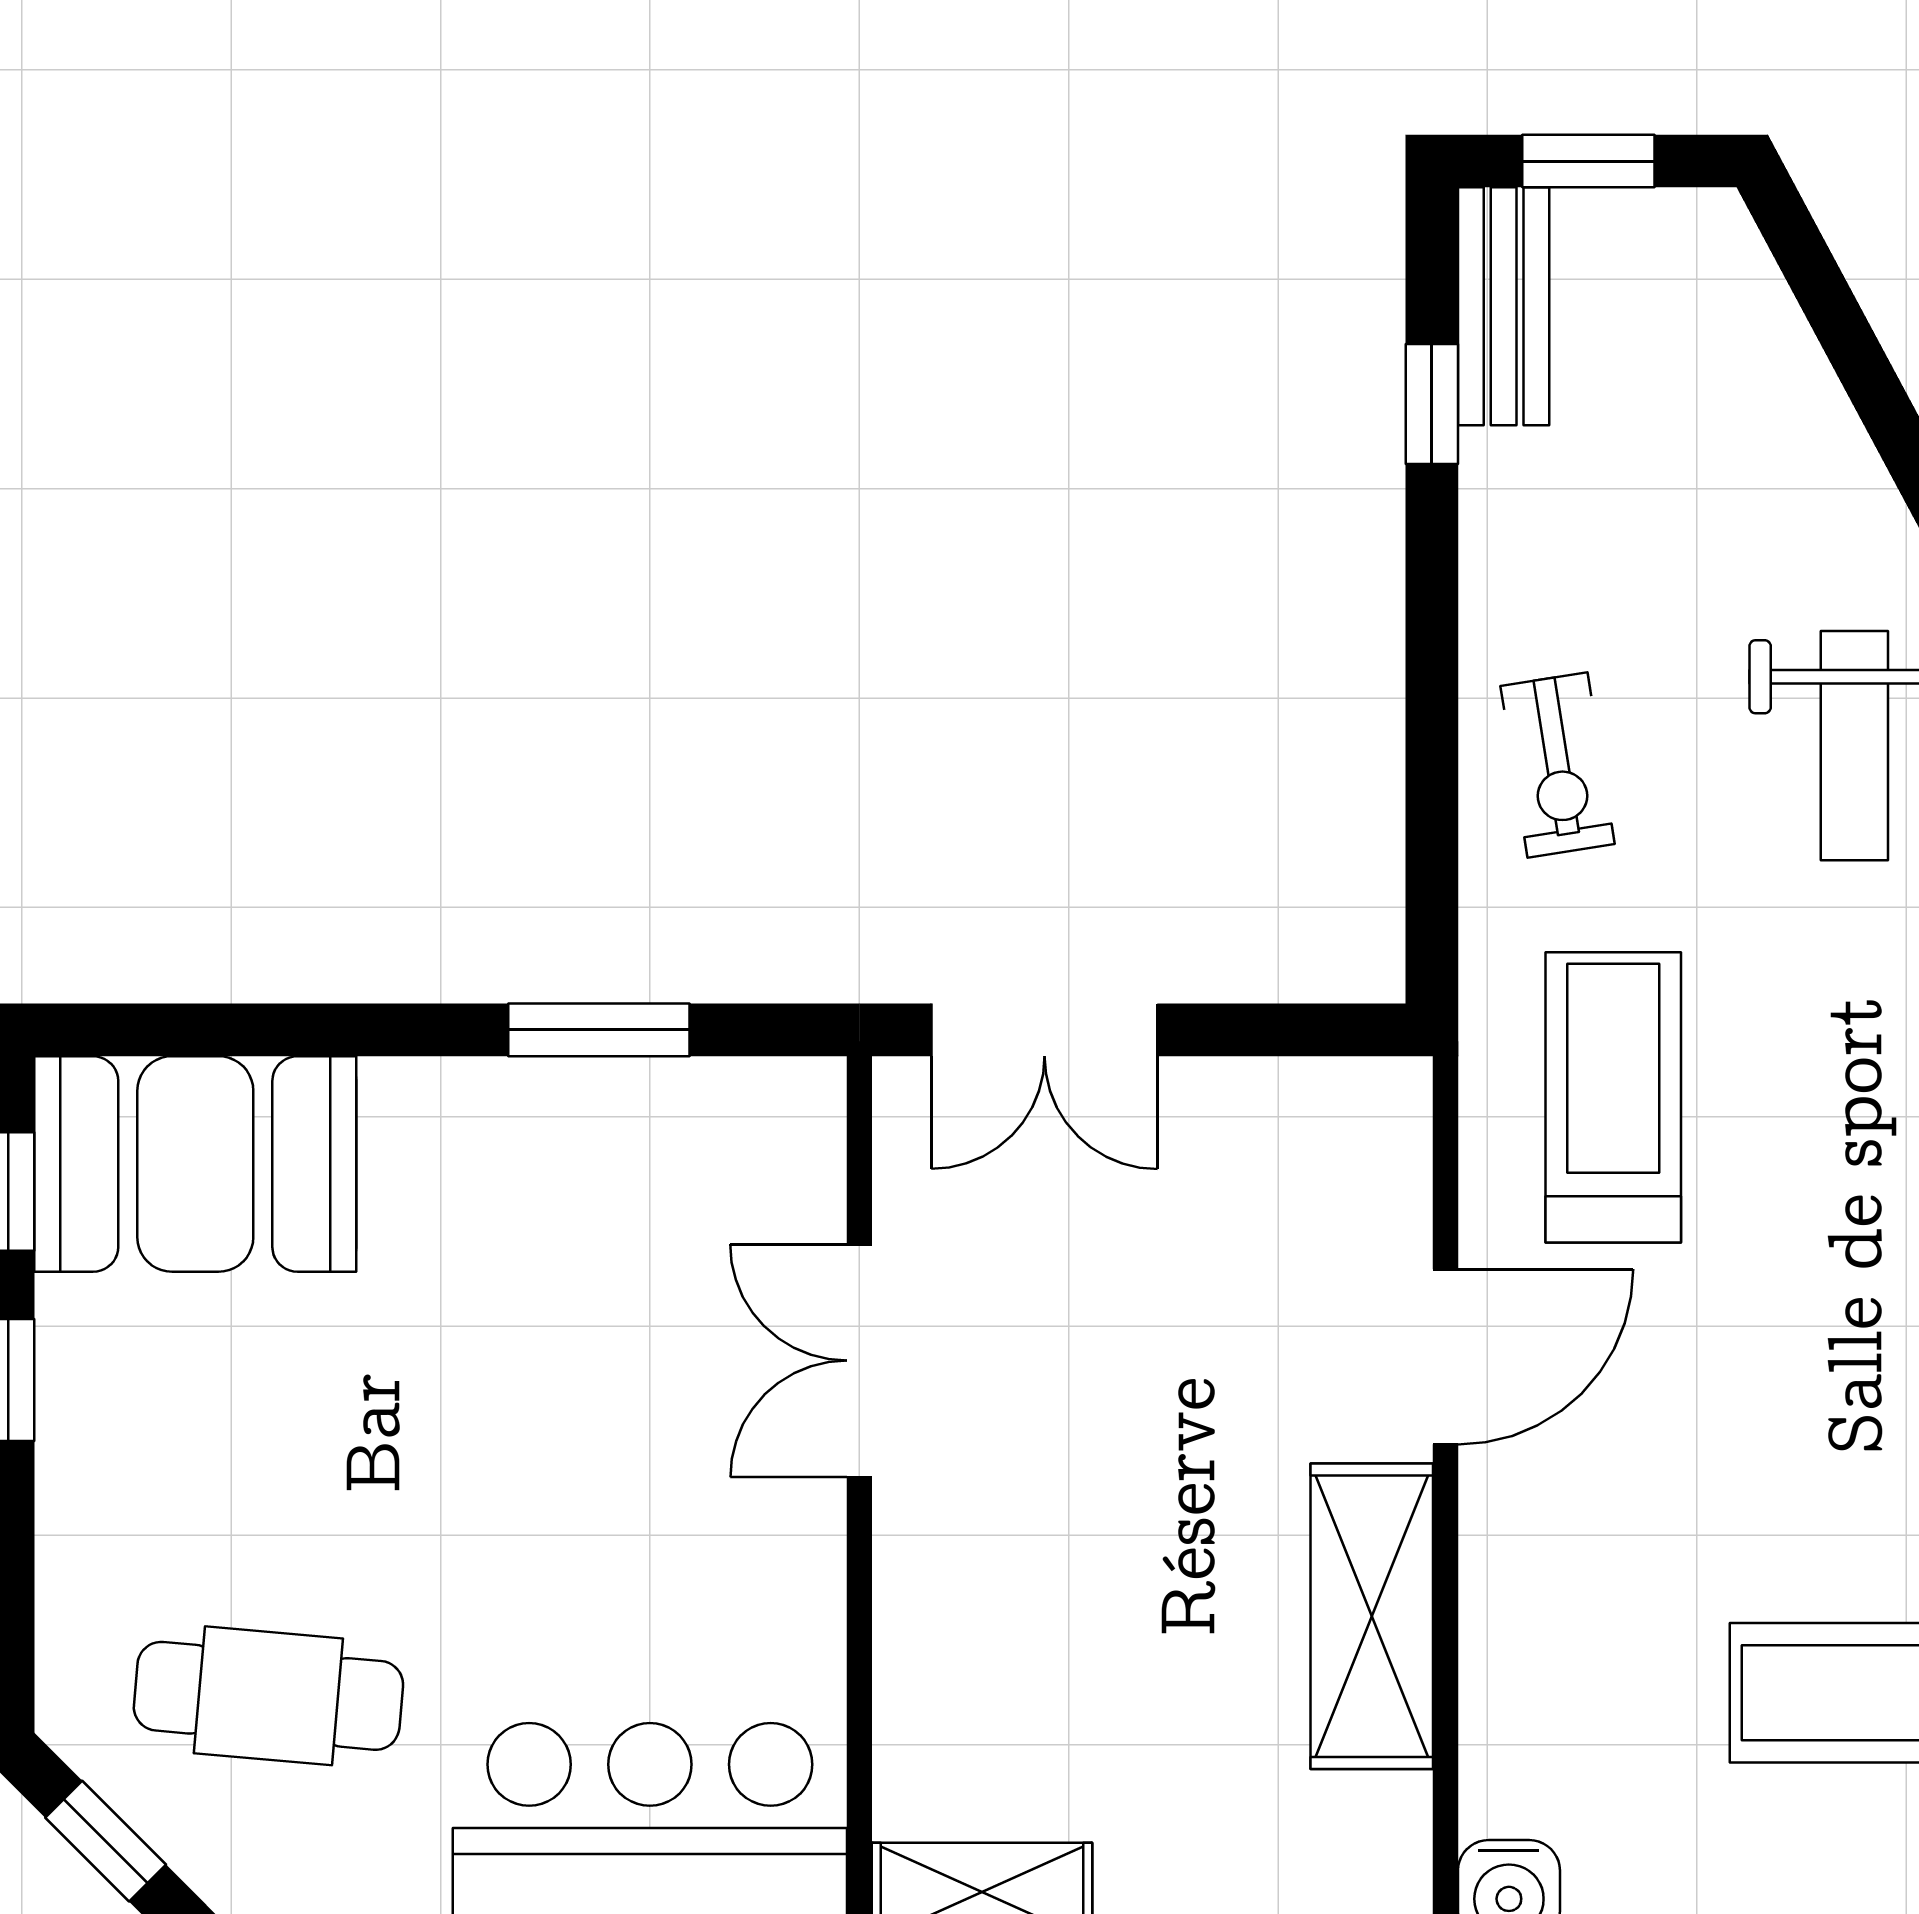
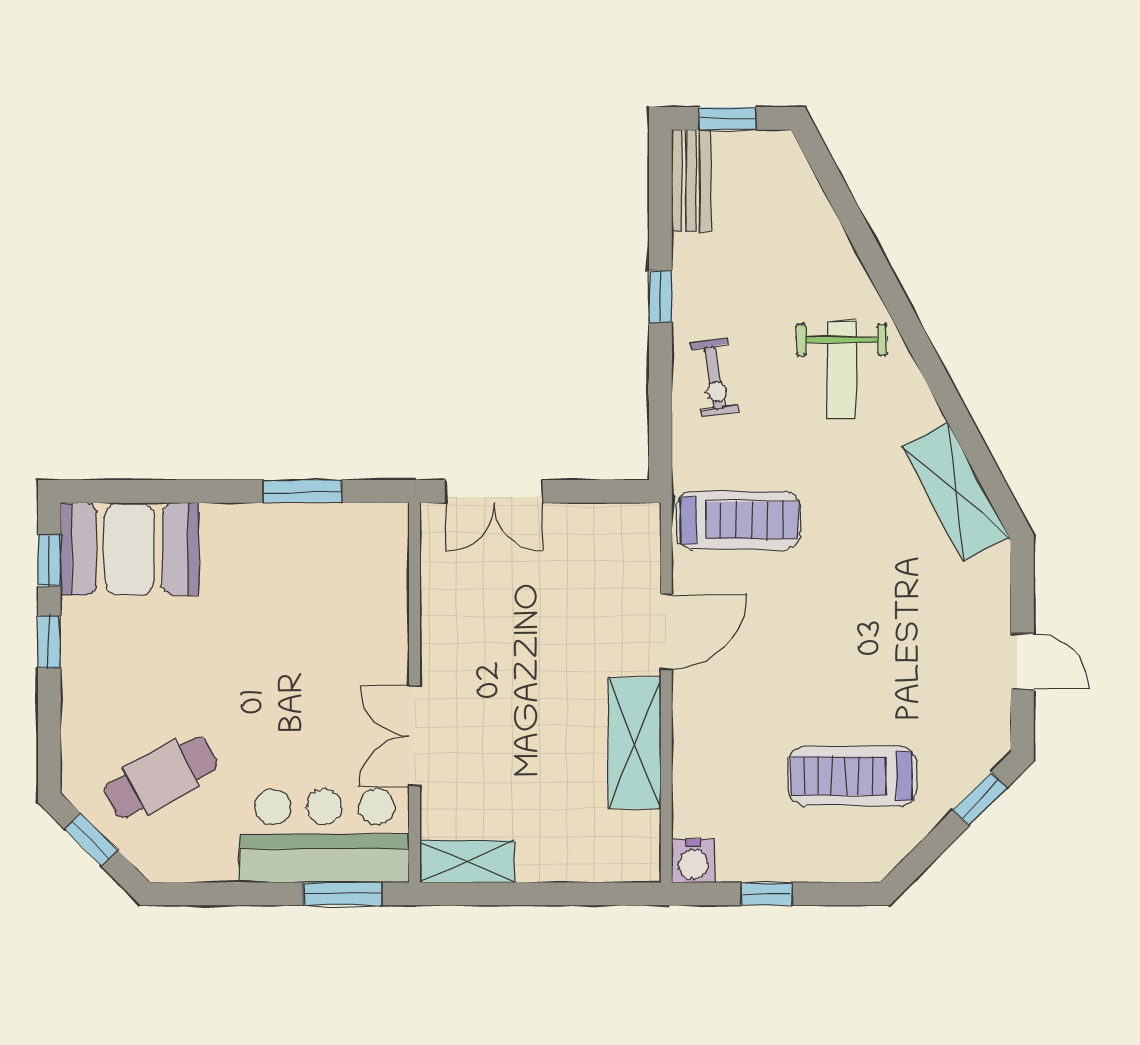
window: (1432, 404) -> (660, 296), moved
treadmill: (1613, 1097) -> (738, 520), turned 90
double door: (859, 1361) -> (415, 736), moved
cafe table: (268, 1696) -> (161, 777), turned -33

